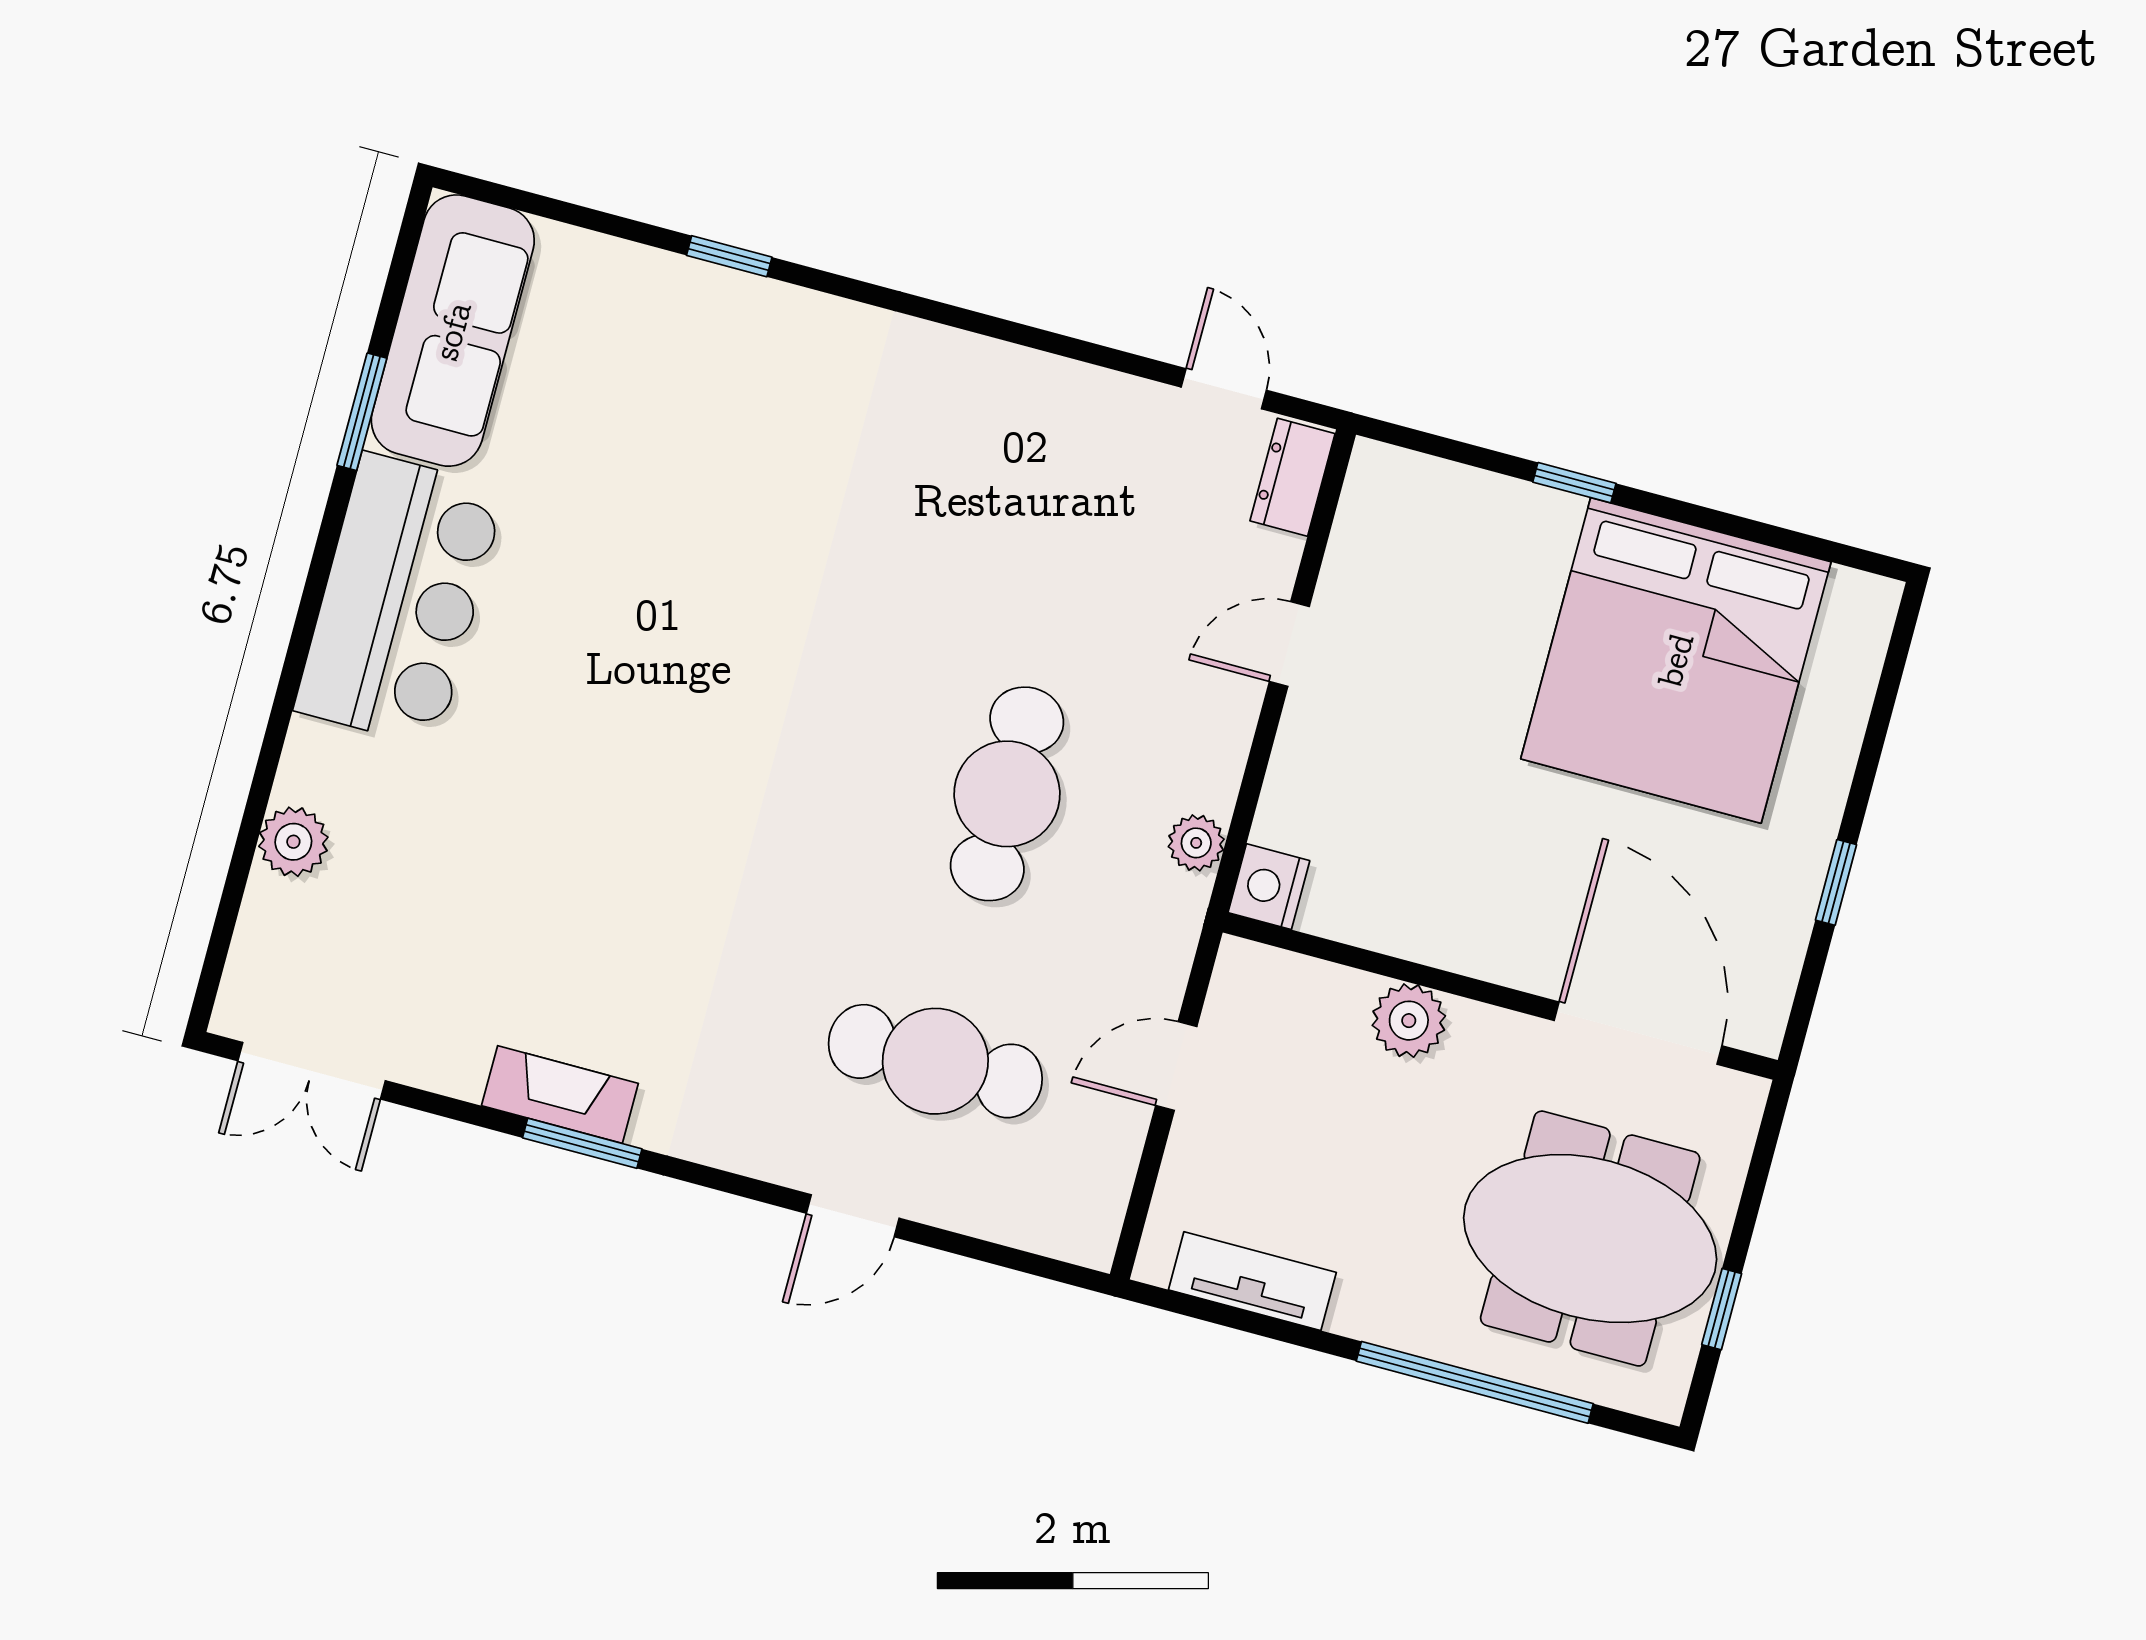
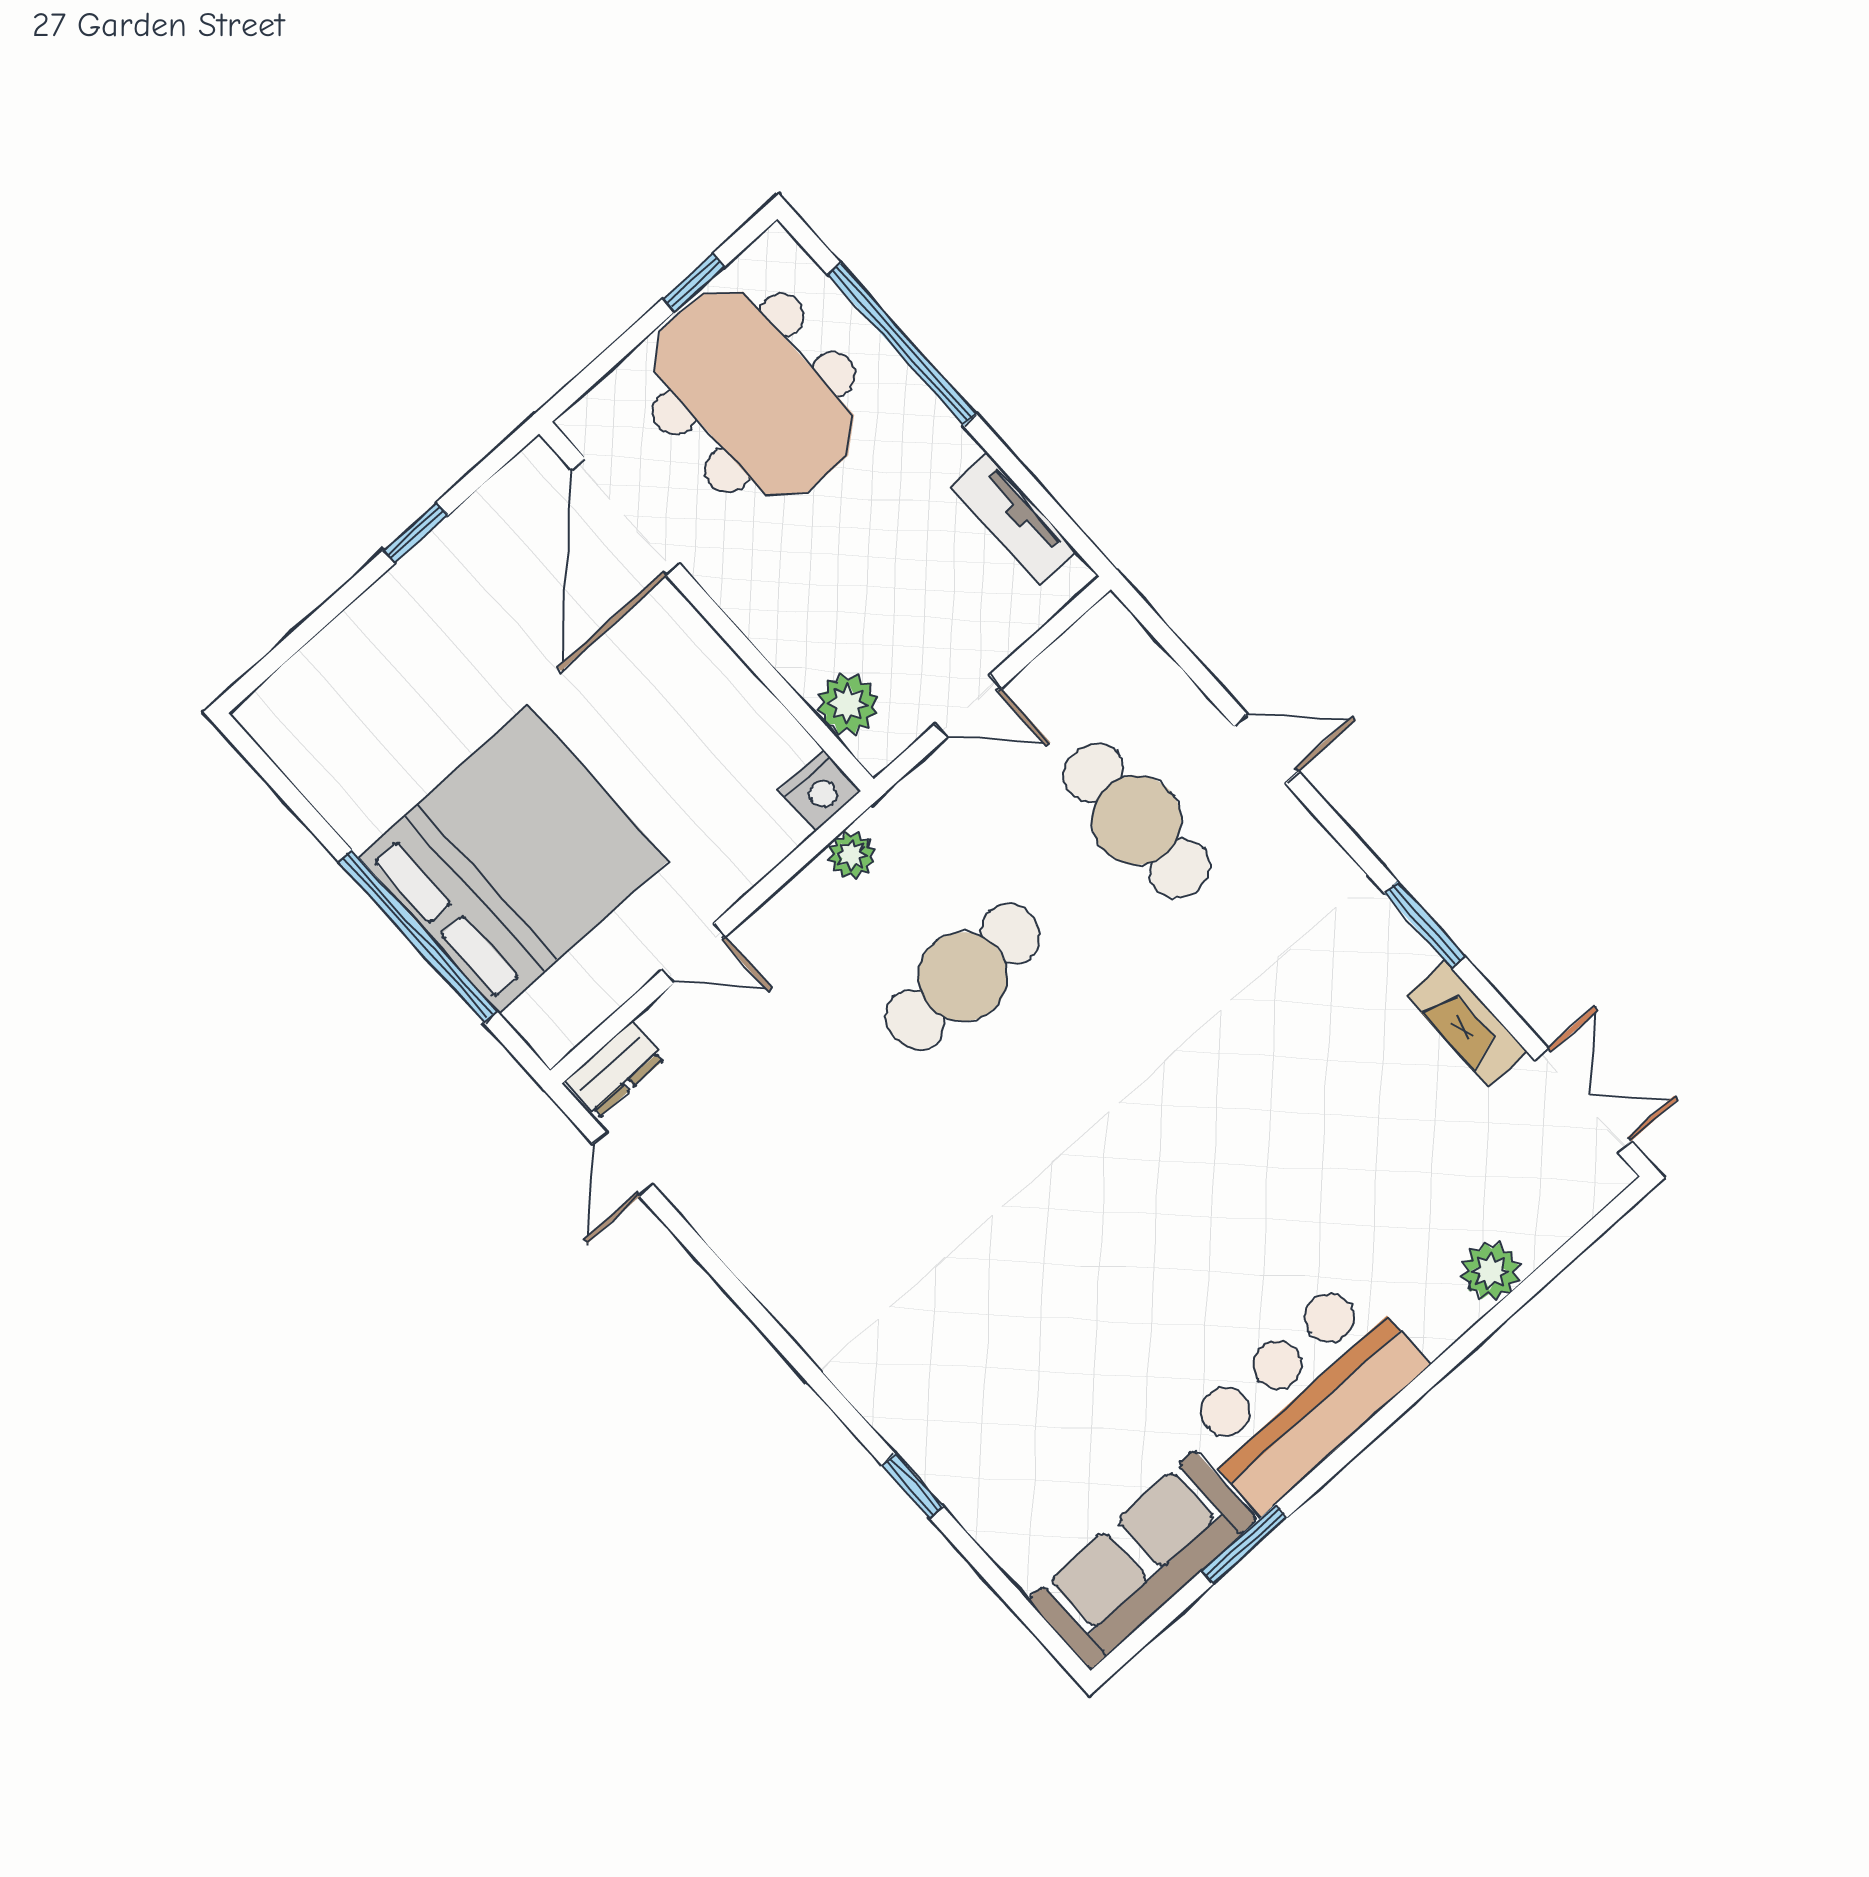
window: (1574, 483) -> (417, 936), width x3.17
bed: (1676, 660) -> (513, 859), moved
plant: (1409, 1021) -> (848, 704), moved
fireplace: (560, 1095) -> (1467, 1024), moved

